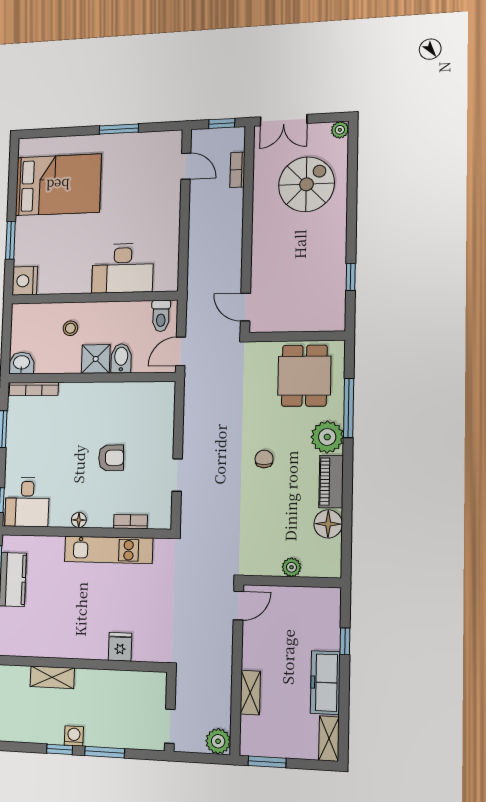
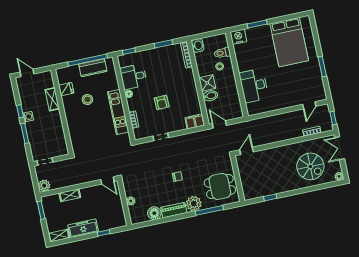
toilet: (161, 316) -> (222, 53), moved
filing cabinet: (163, 400) -> (195, 121), added
desk: (27, 502) -> (134, 77), moved
stool: (70, 606) -> (87, 99), added
fridge: (120, 647) -> (66, 89), moved

